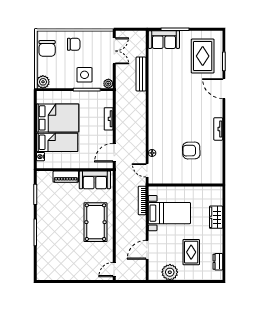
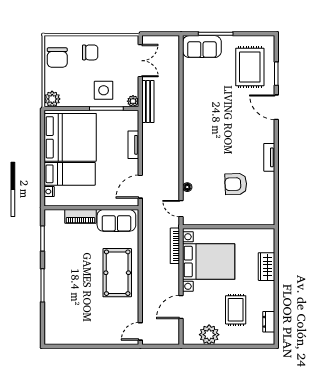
bench: (141, 74) -> (148, 102), moved
bed: (58, 118) -> (70, 137), width x1.36
bed with nightstands: (169, 213) -> (209, 262), width x1.36

